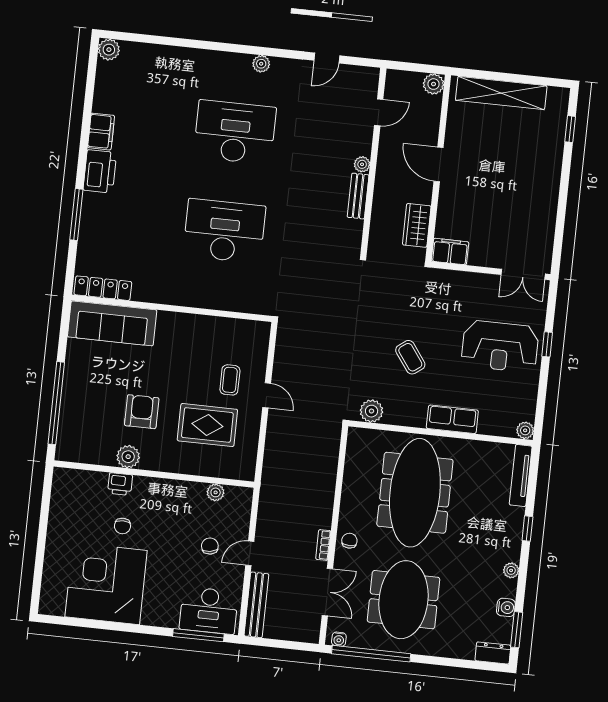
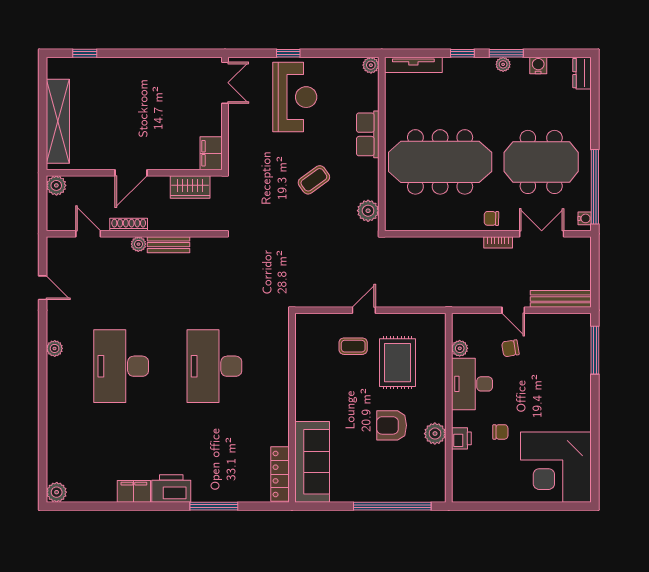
shoe rack: (384, 156) -> (129, 225), added
corner desk: (106, 584) -> (556, 467), moved
desk: (209, 610) -> (472, 384), moved, turned 180
window: (517, 630) -> (506, 53), moved

